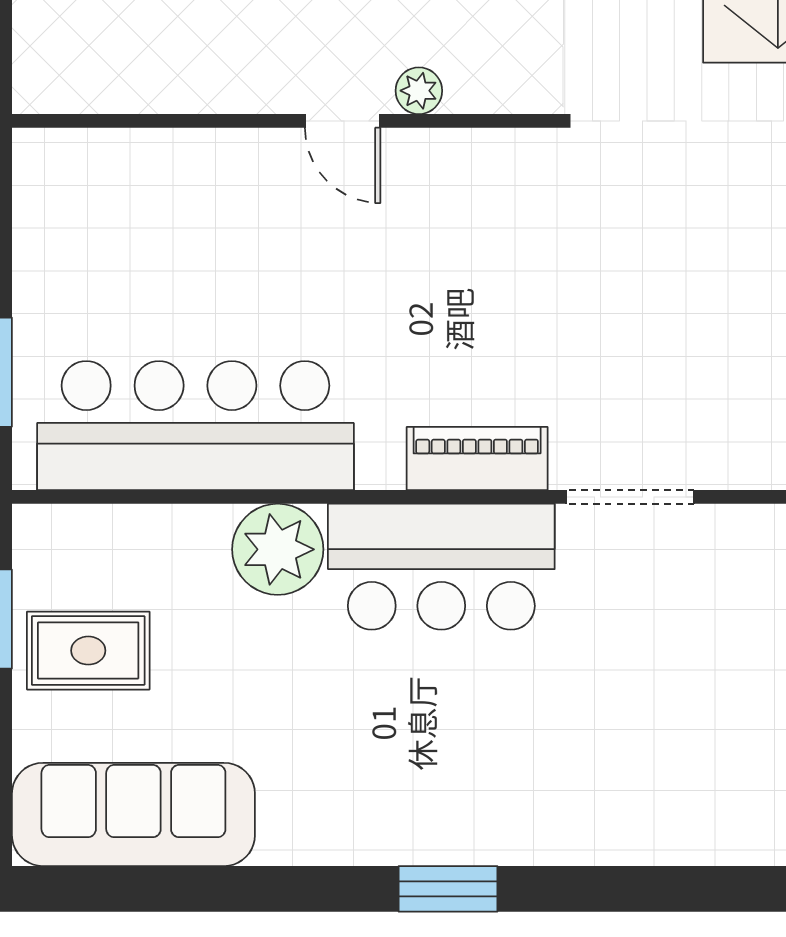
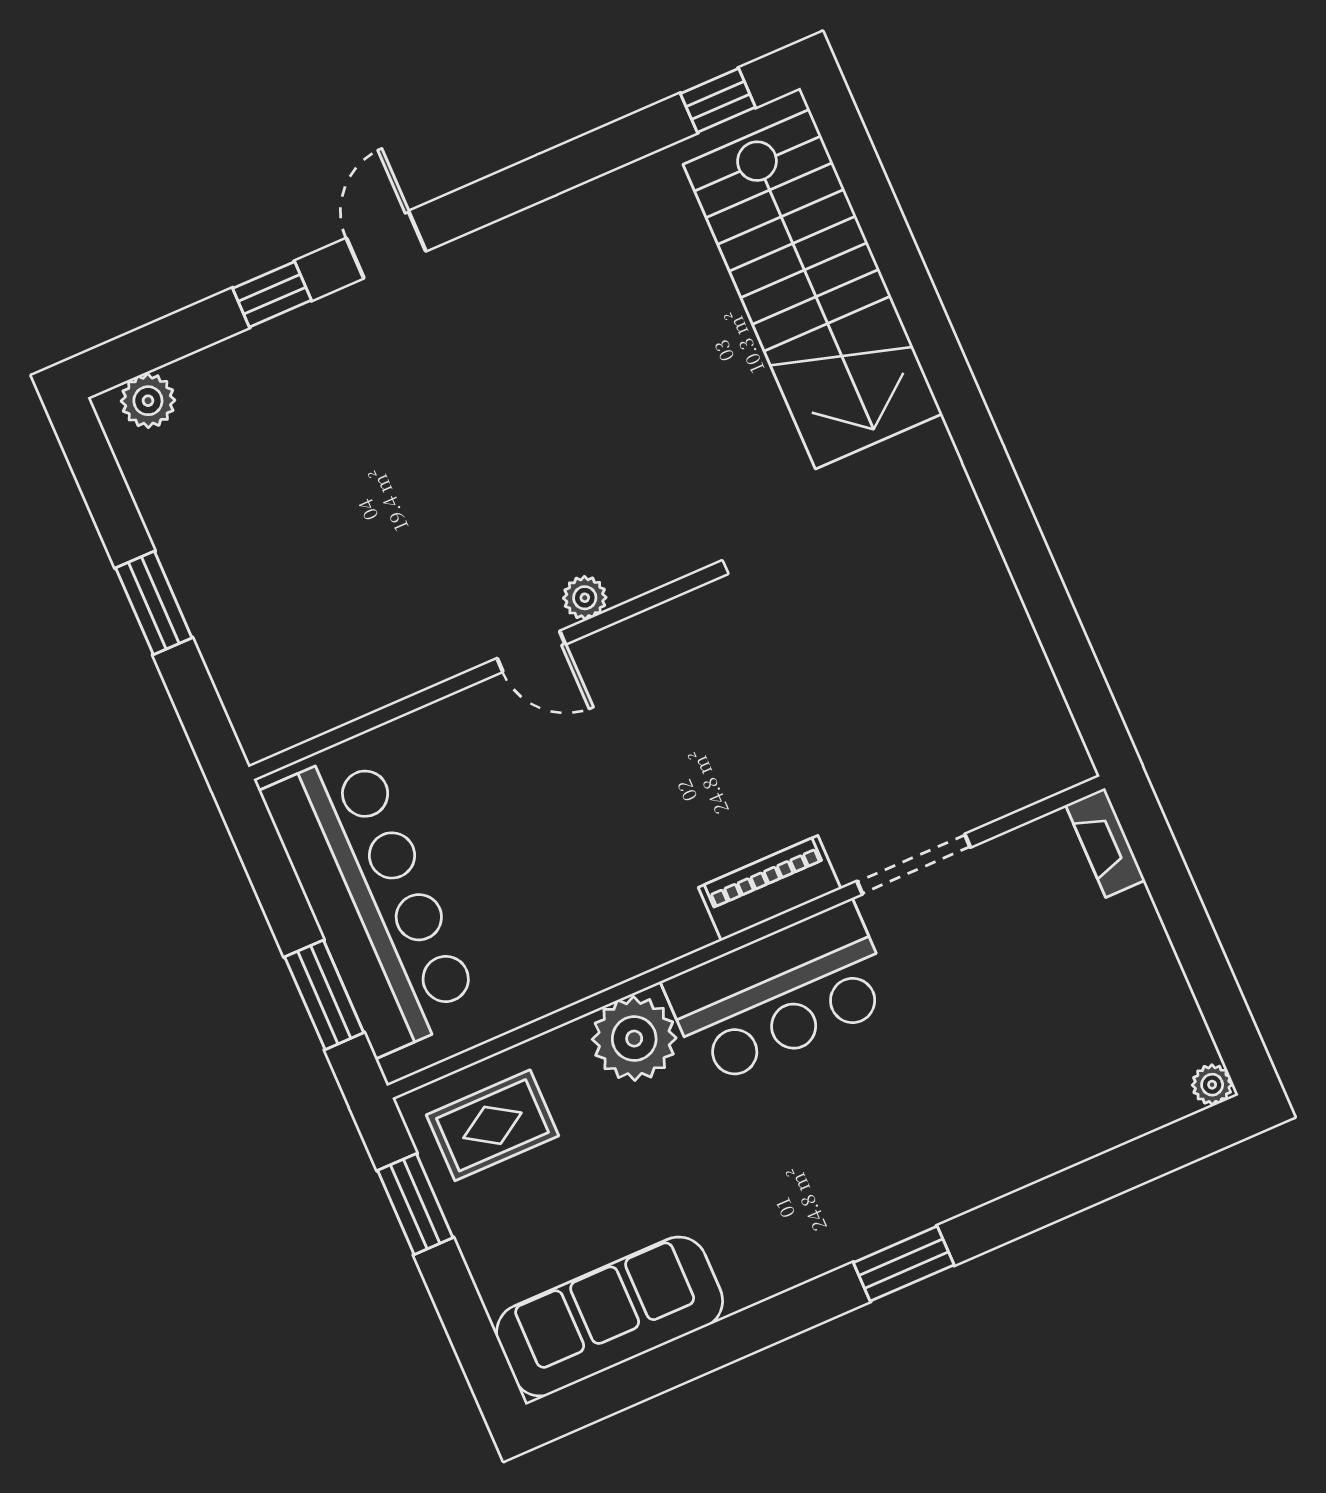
bar counter: (195, 426) -> (371, 901), moved, turned 90
rug: (88, 651) -> (492, 1125), moved

